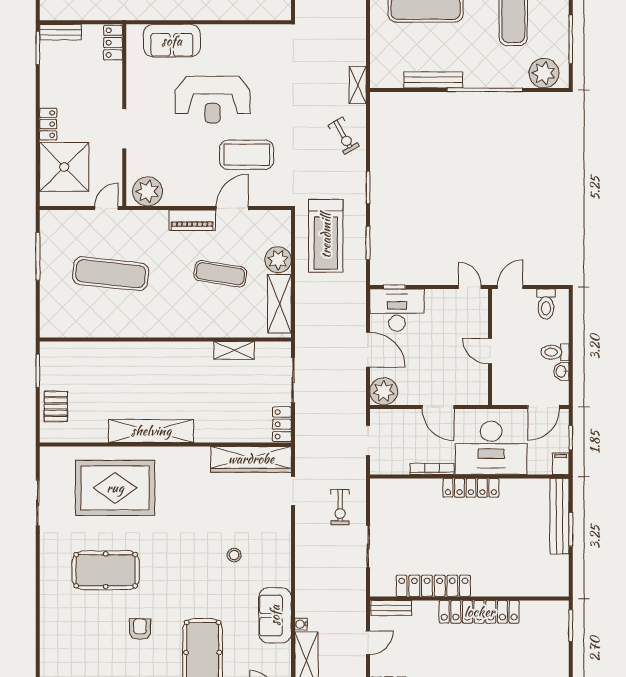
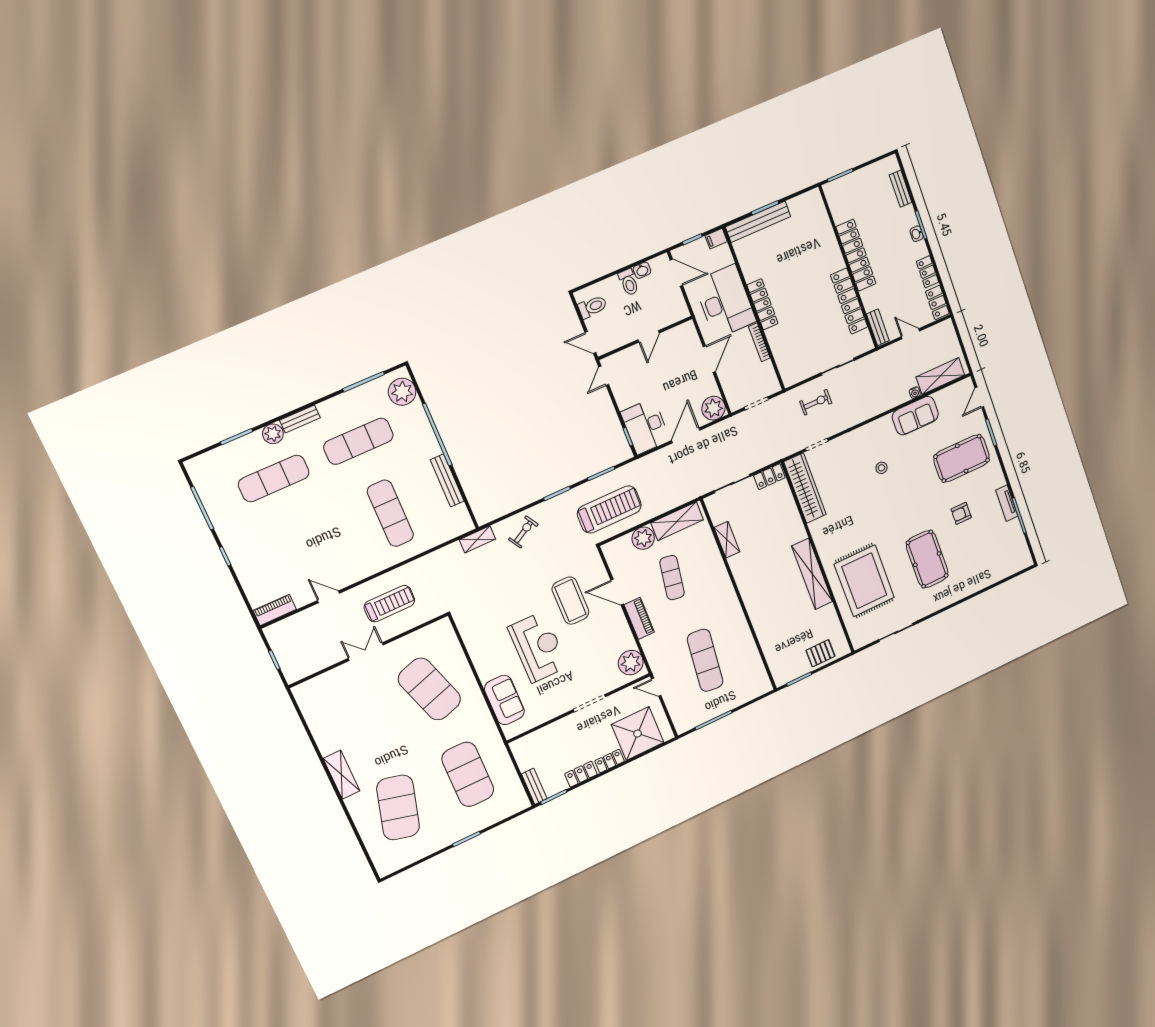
locker: (113, 43) -> (581, 774), moved, turned 180

